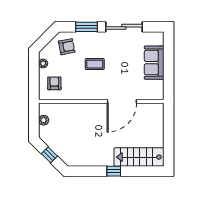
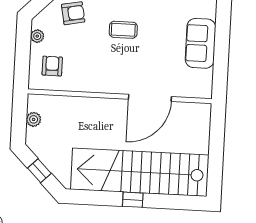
coffee table: (95, 64) -> (123, 30), moved
stairs: (139, 157) -> (140, 172), width x1.86, depth x1.51

